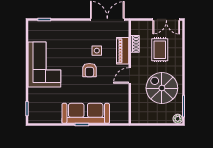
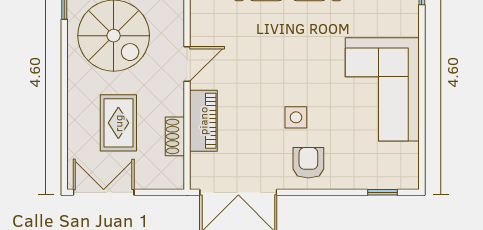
side table: (97, 51) -> (296, 117), moved
armchair: (89, 70) -> (308, 163), moved

